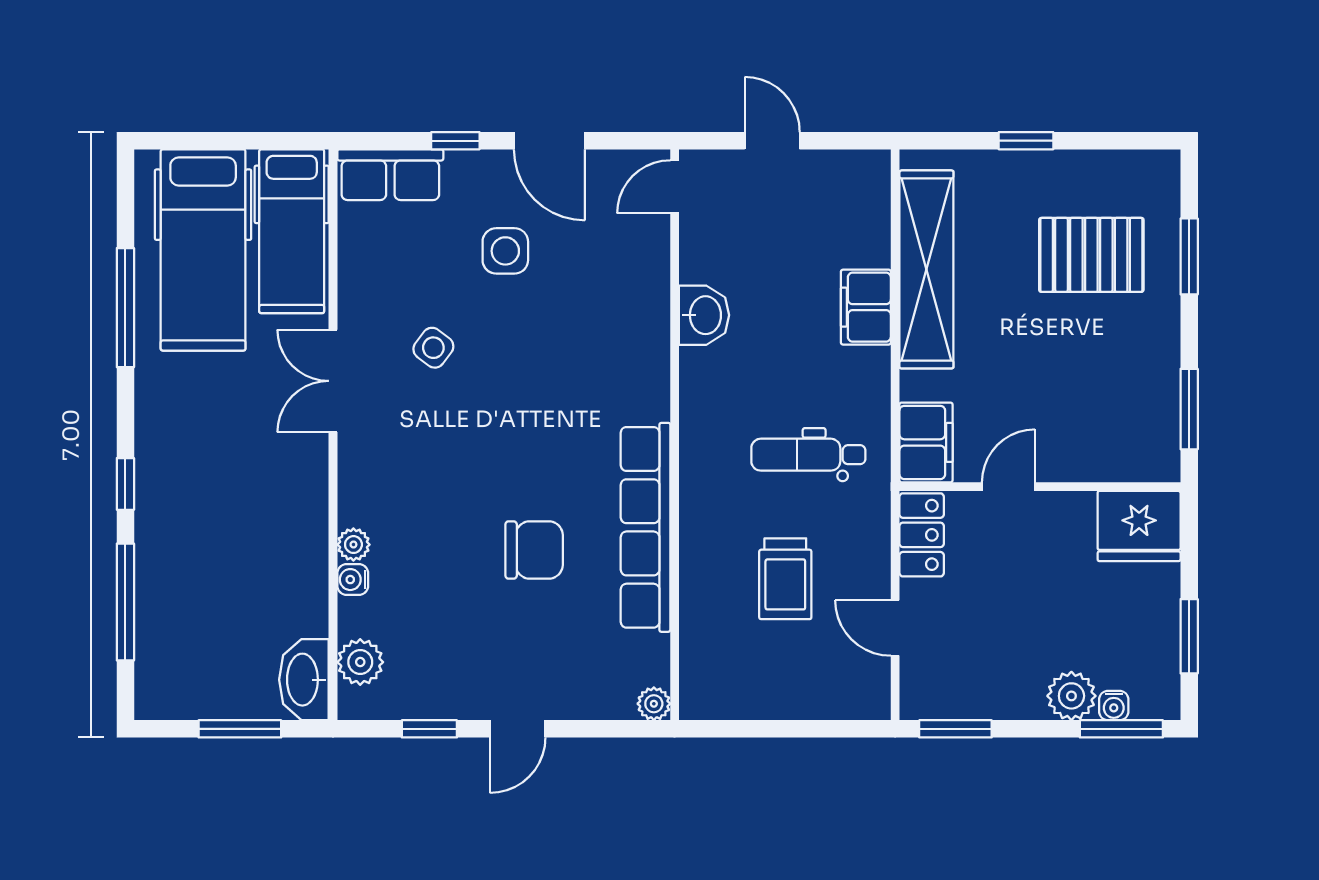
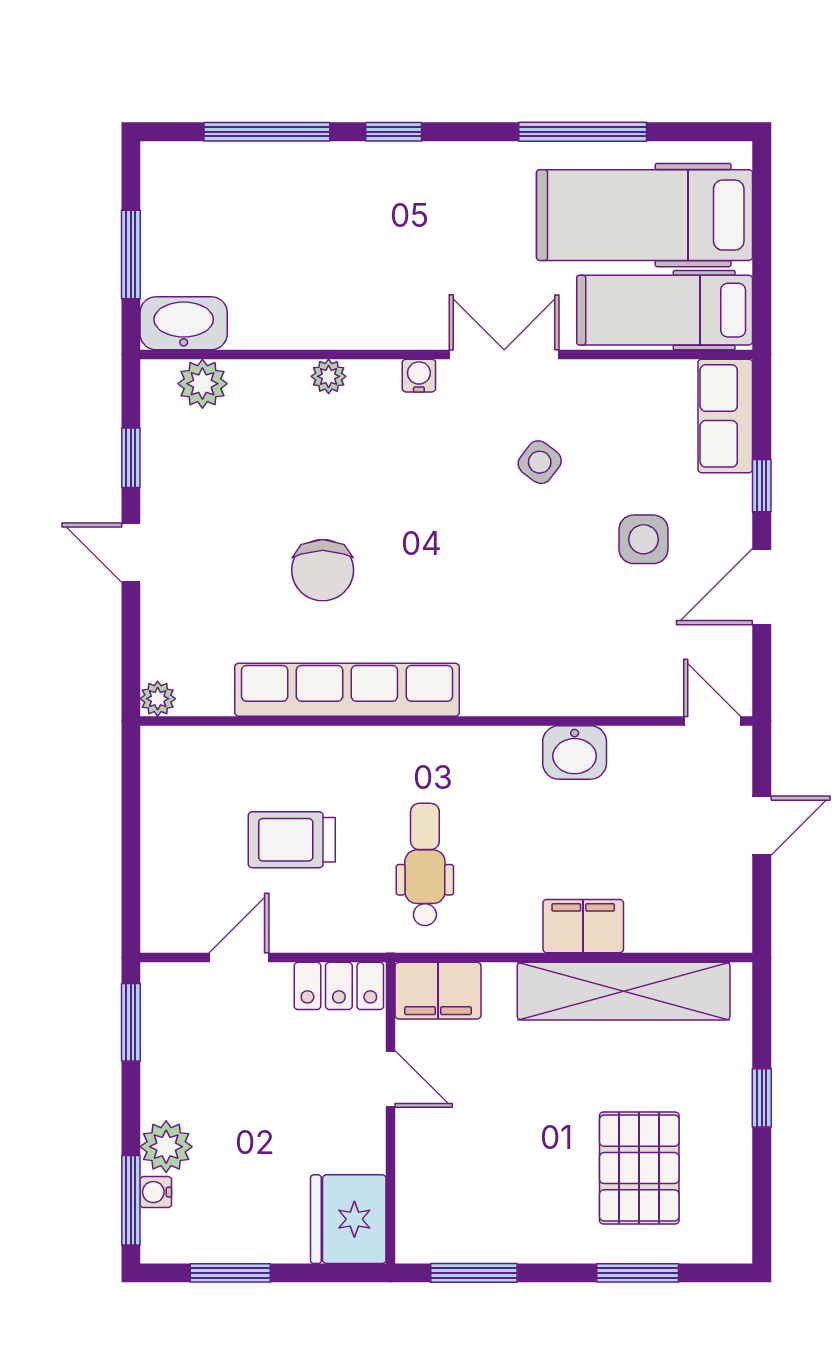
water cooler: (353, 580) -> (419, 376), moved

